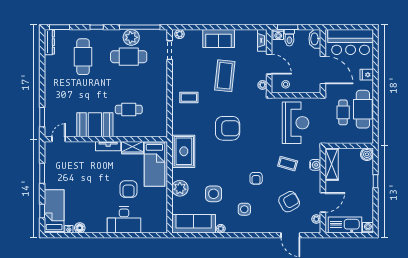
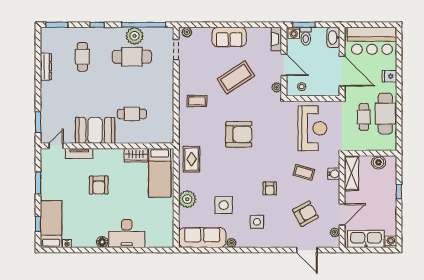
dresser: (49, 42) -> (46, 67), moved
cafe table: (83, 57) -> (82, 57), width x0.73, depth x0.74
coffee table: (225, 76) -> (236, 77), turned 51
tv unit: (108, 146) -> (79, 153), moved
rug: (184, 151) -> (191, 159), width x0.73, depth x0.70
boiler: (367, 154) -> (379, 162), moved
armchair: (128, 189) -> (99, 185), moved
floor lamp: (80, 228) -> (102, 242), moved

